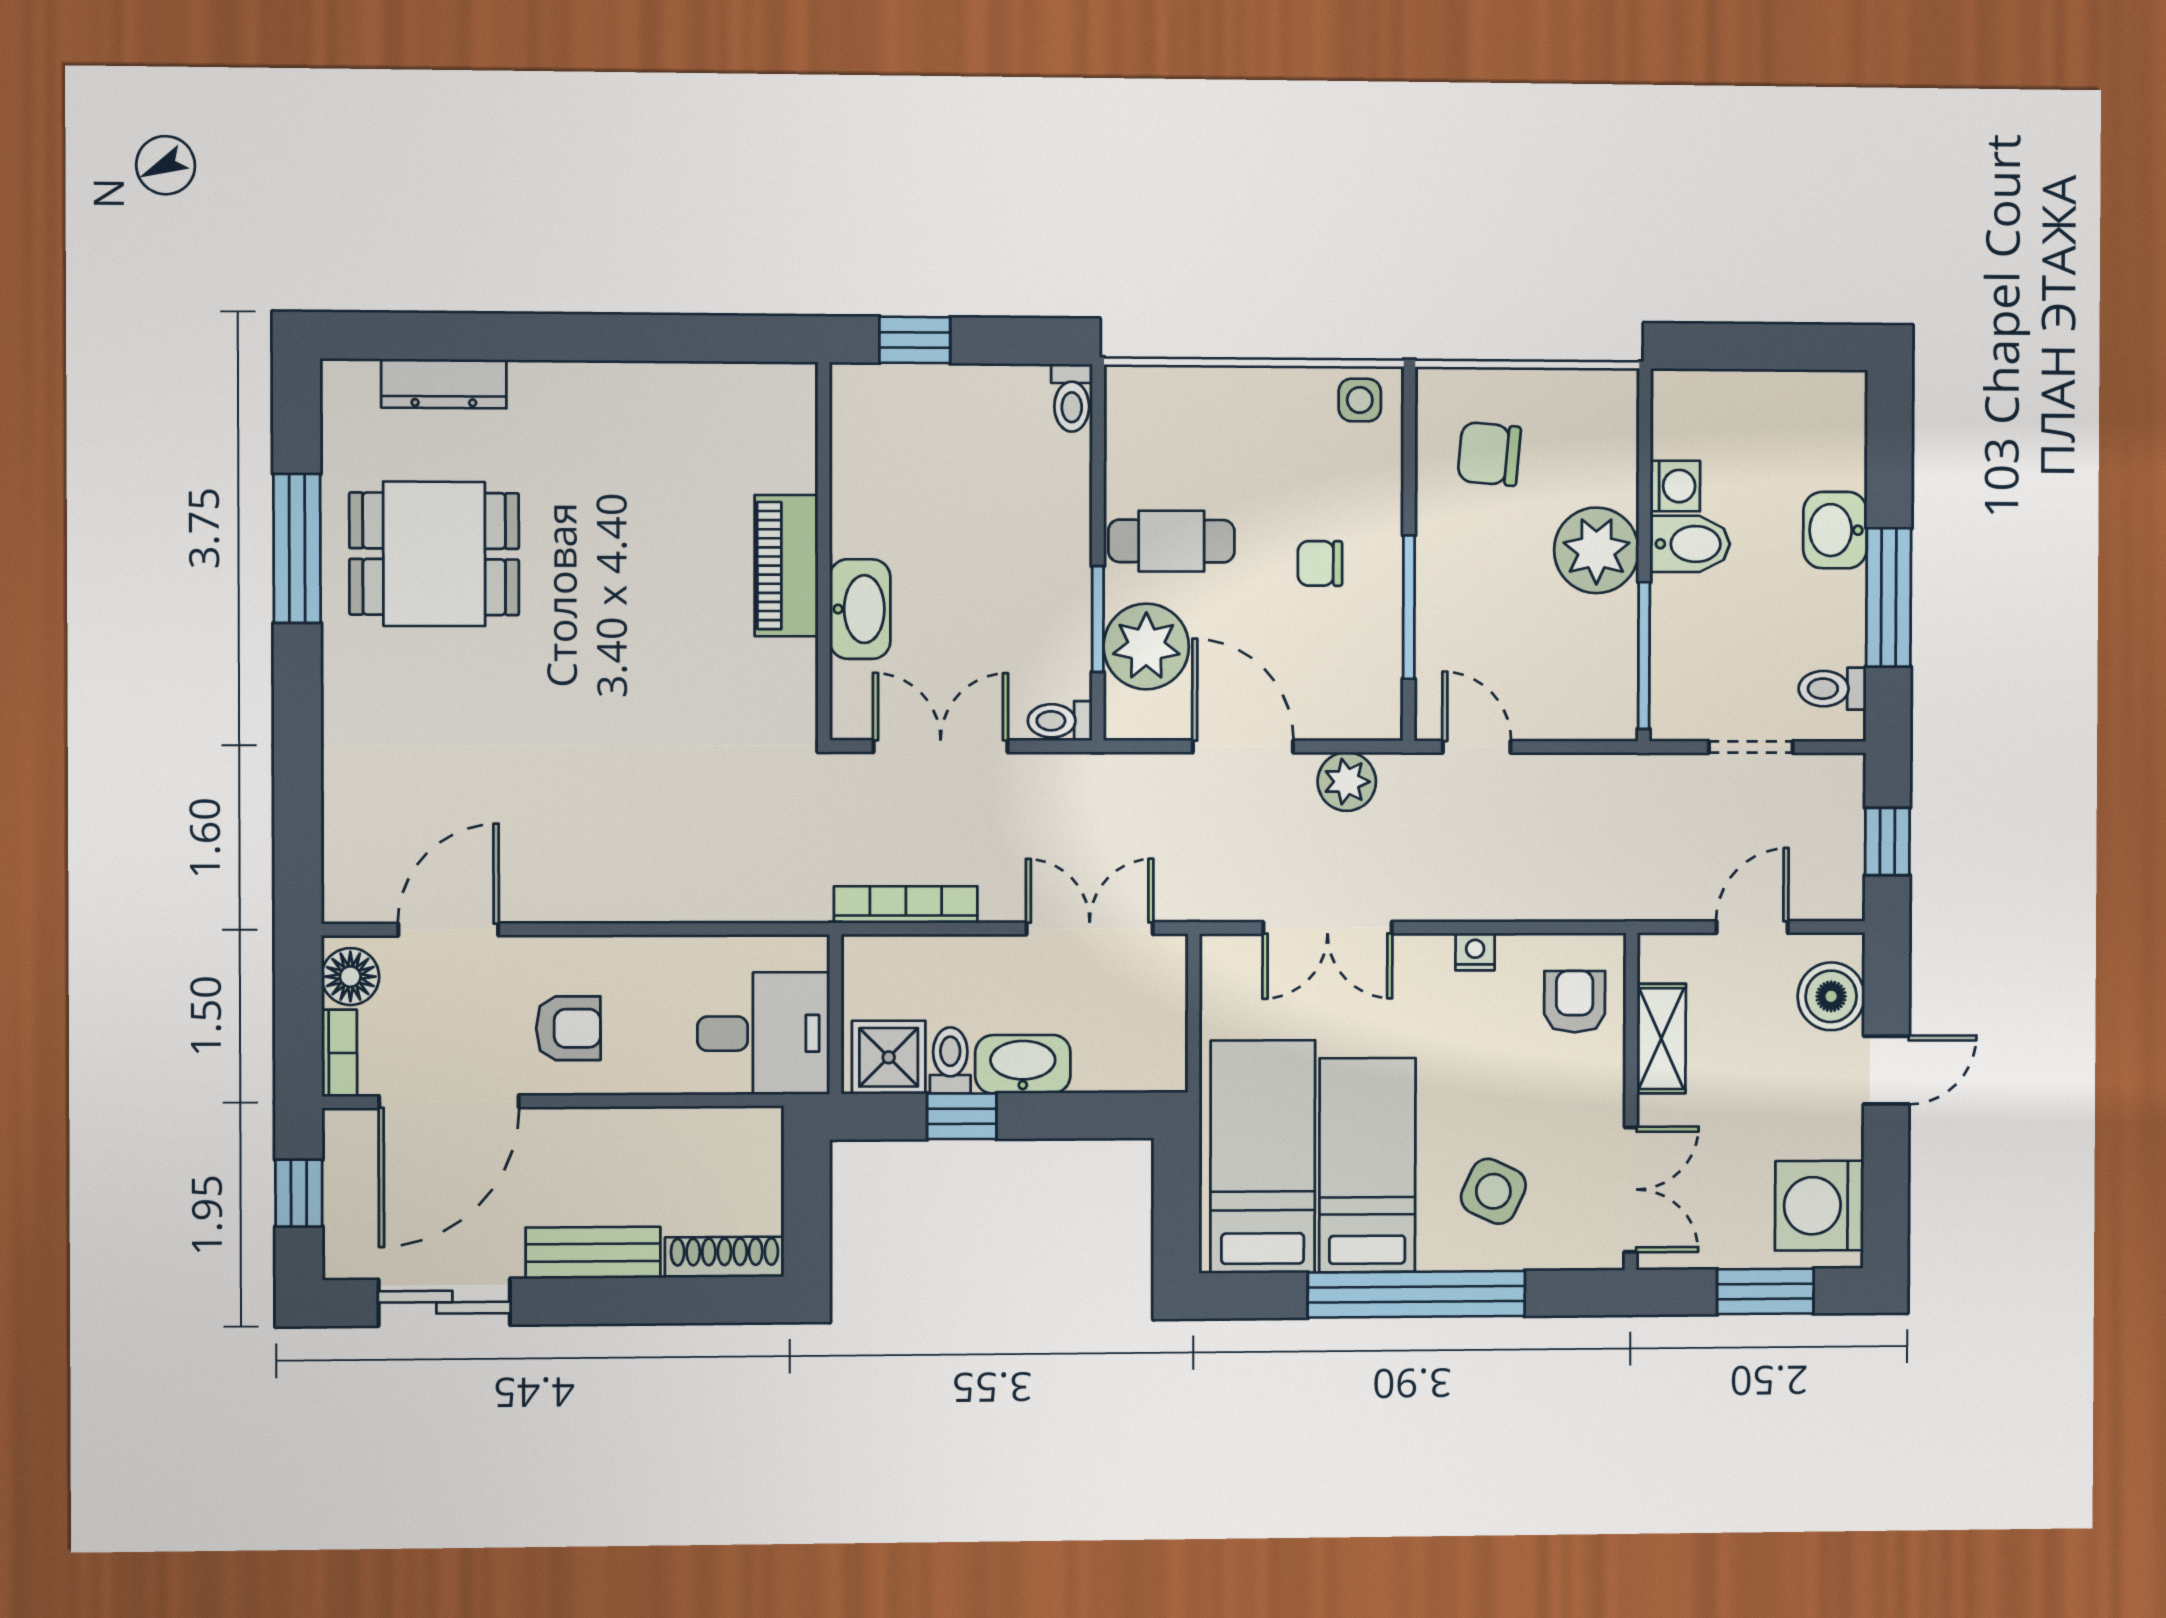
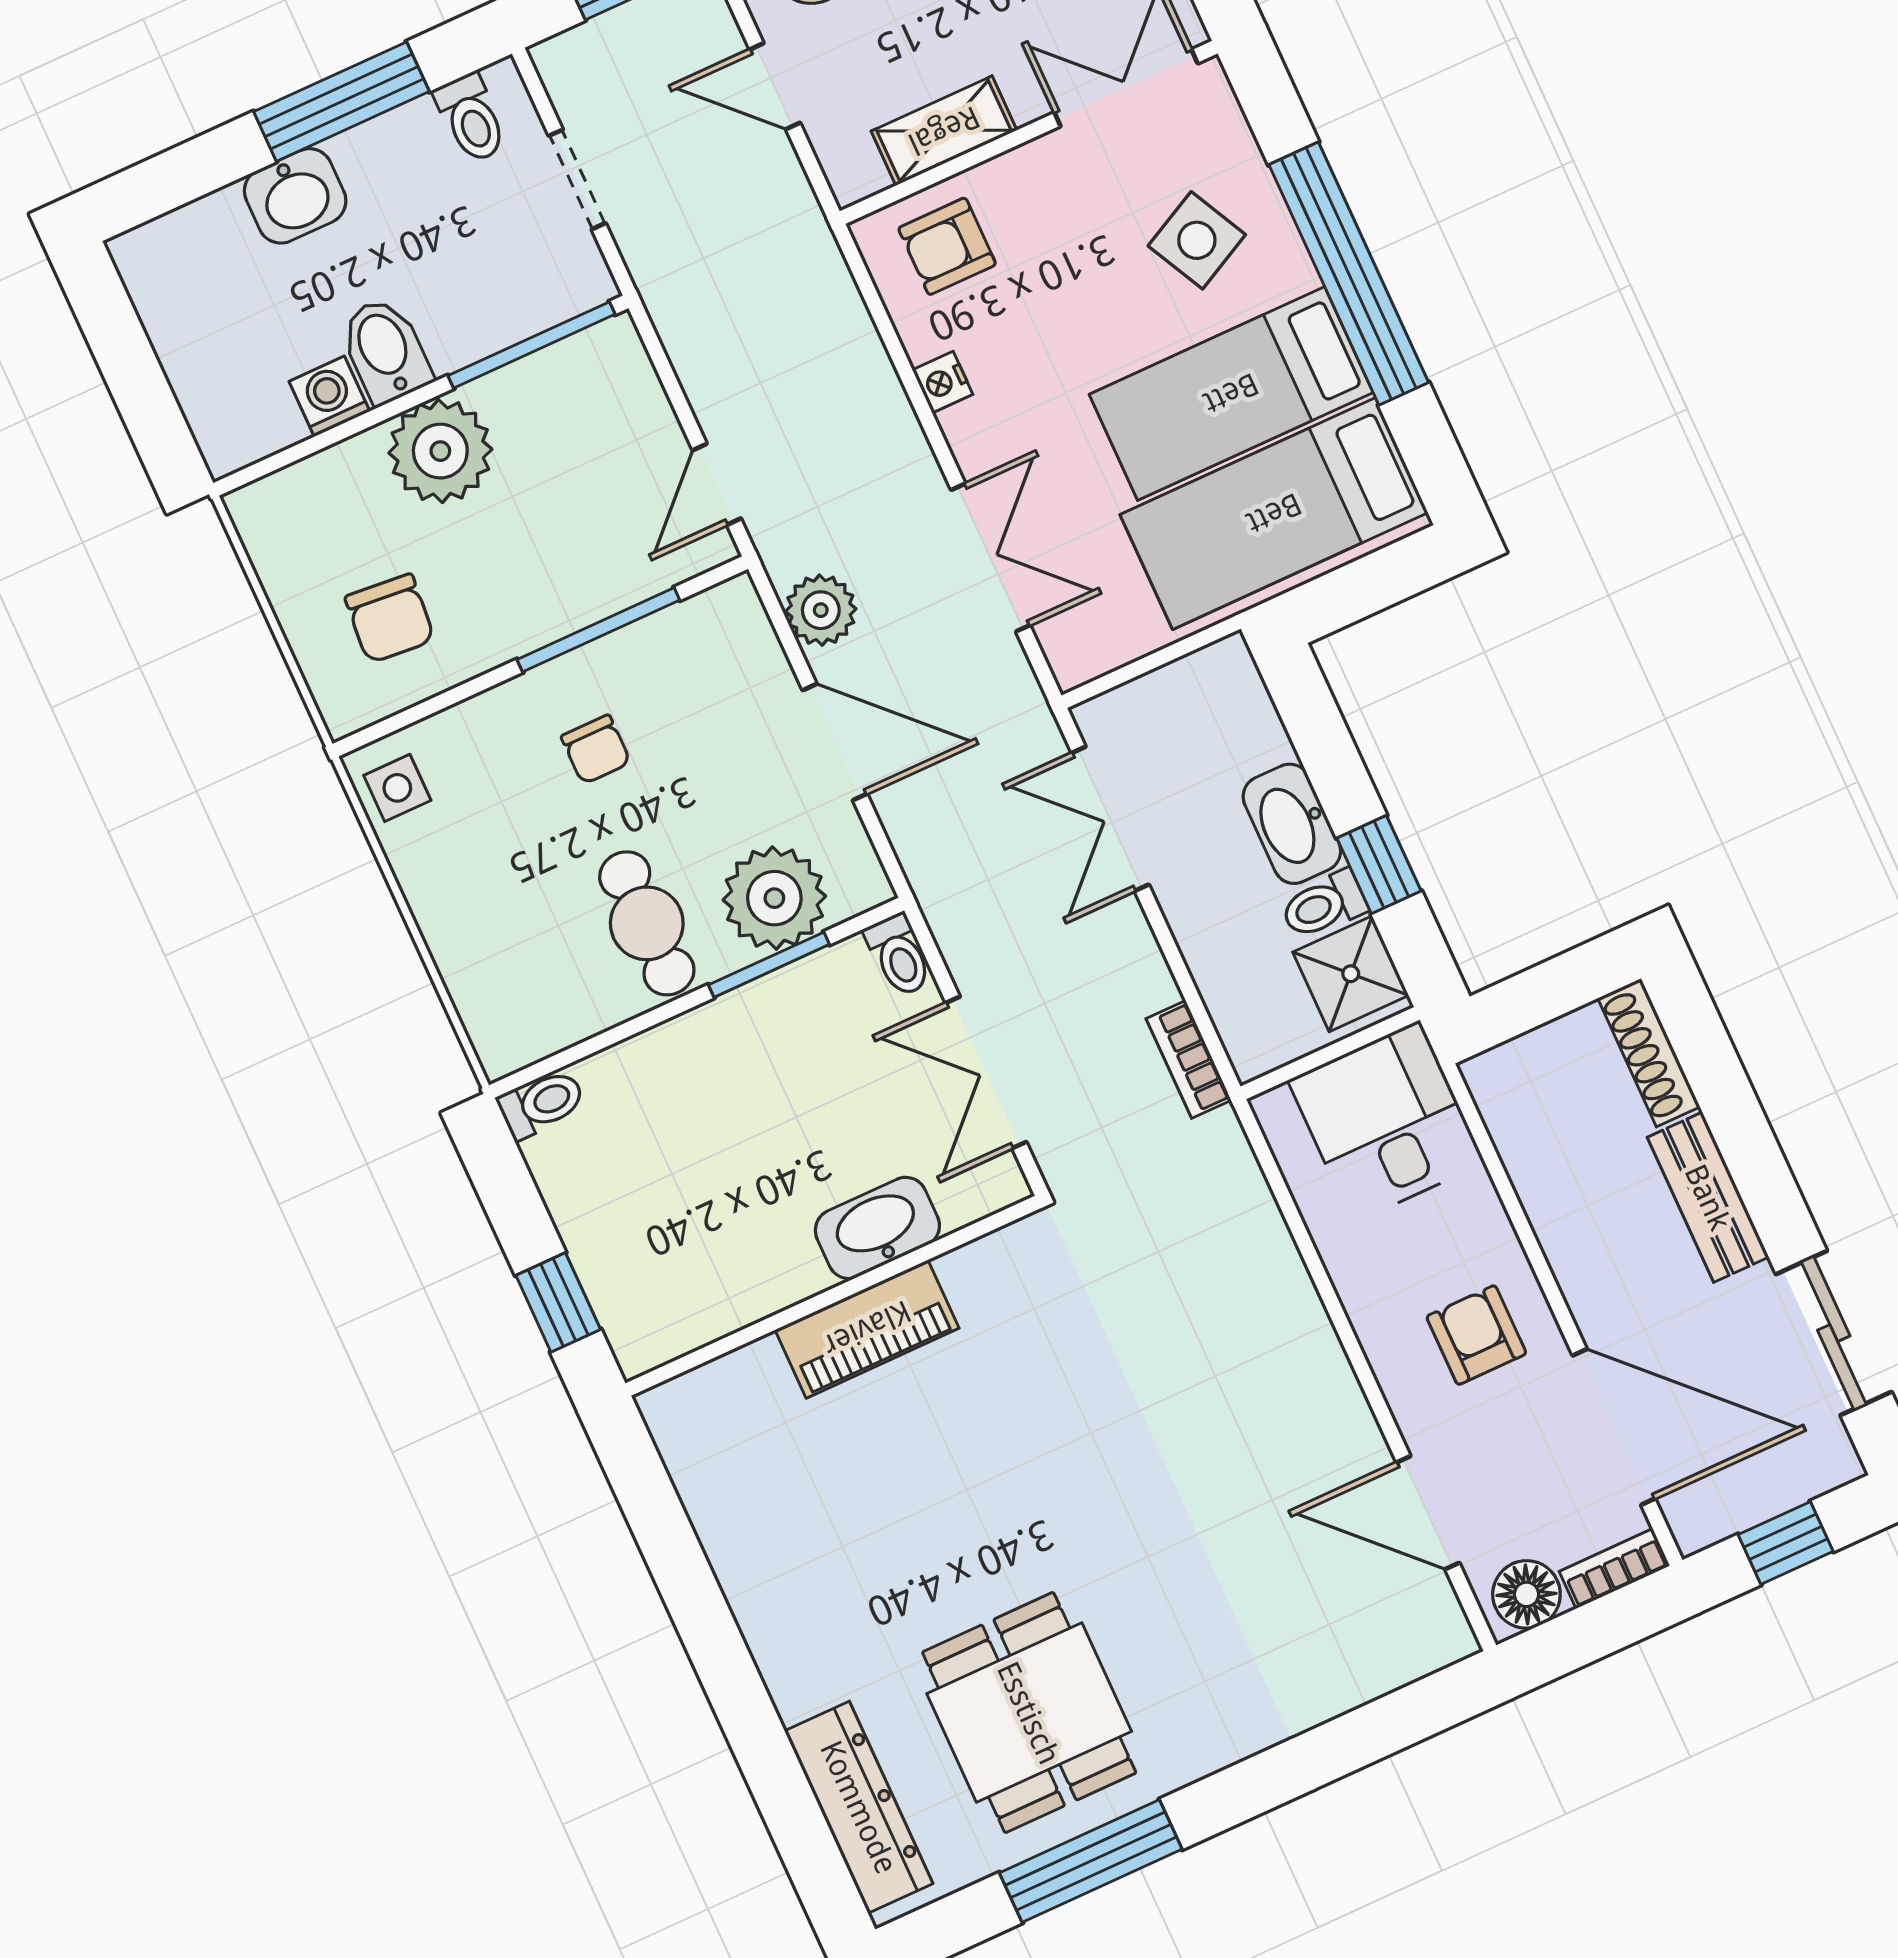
dresser: (444, 384) -> (859, 1807), width x1.37, depth x1.24
door: (1243, 746) -> (835, 742), swing flipped
bookcase: (906, 905) -> (1189, 1059), width x0.64
side table: (1493, 1191) -> (1197, 240), turned 38

